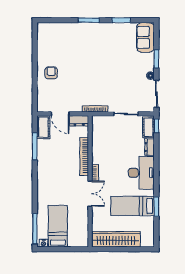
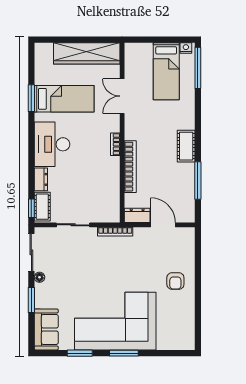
corner sofa: (95, 44) -> (115, 321), added
cot: (43, 127) -> (186, 146), moved
double door: (90, 194) -> (122, 96), moved

